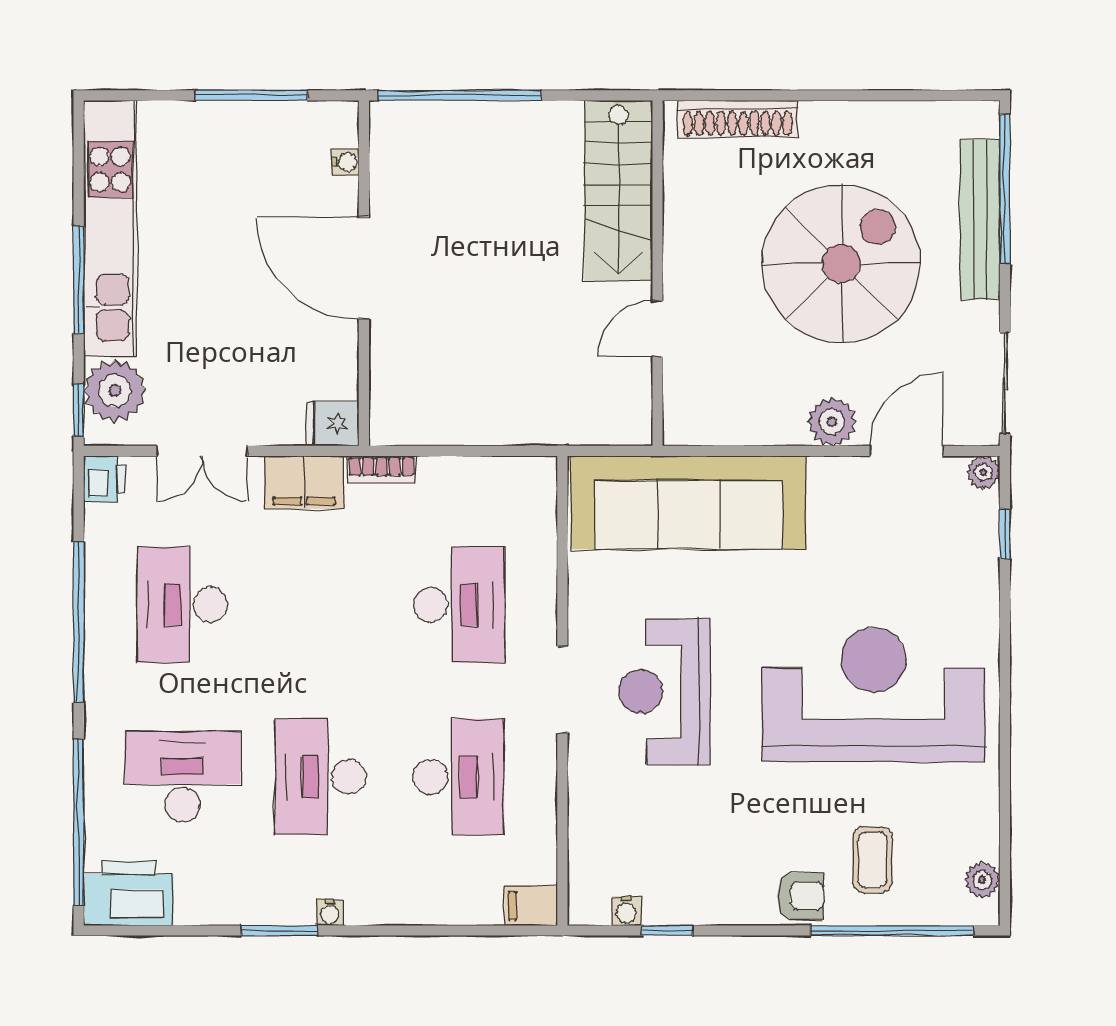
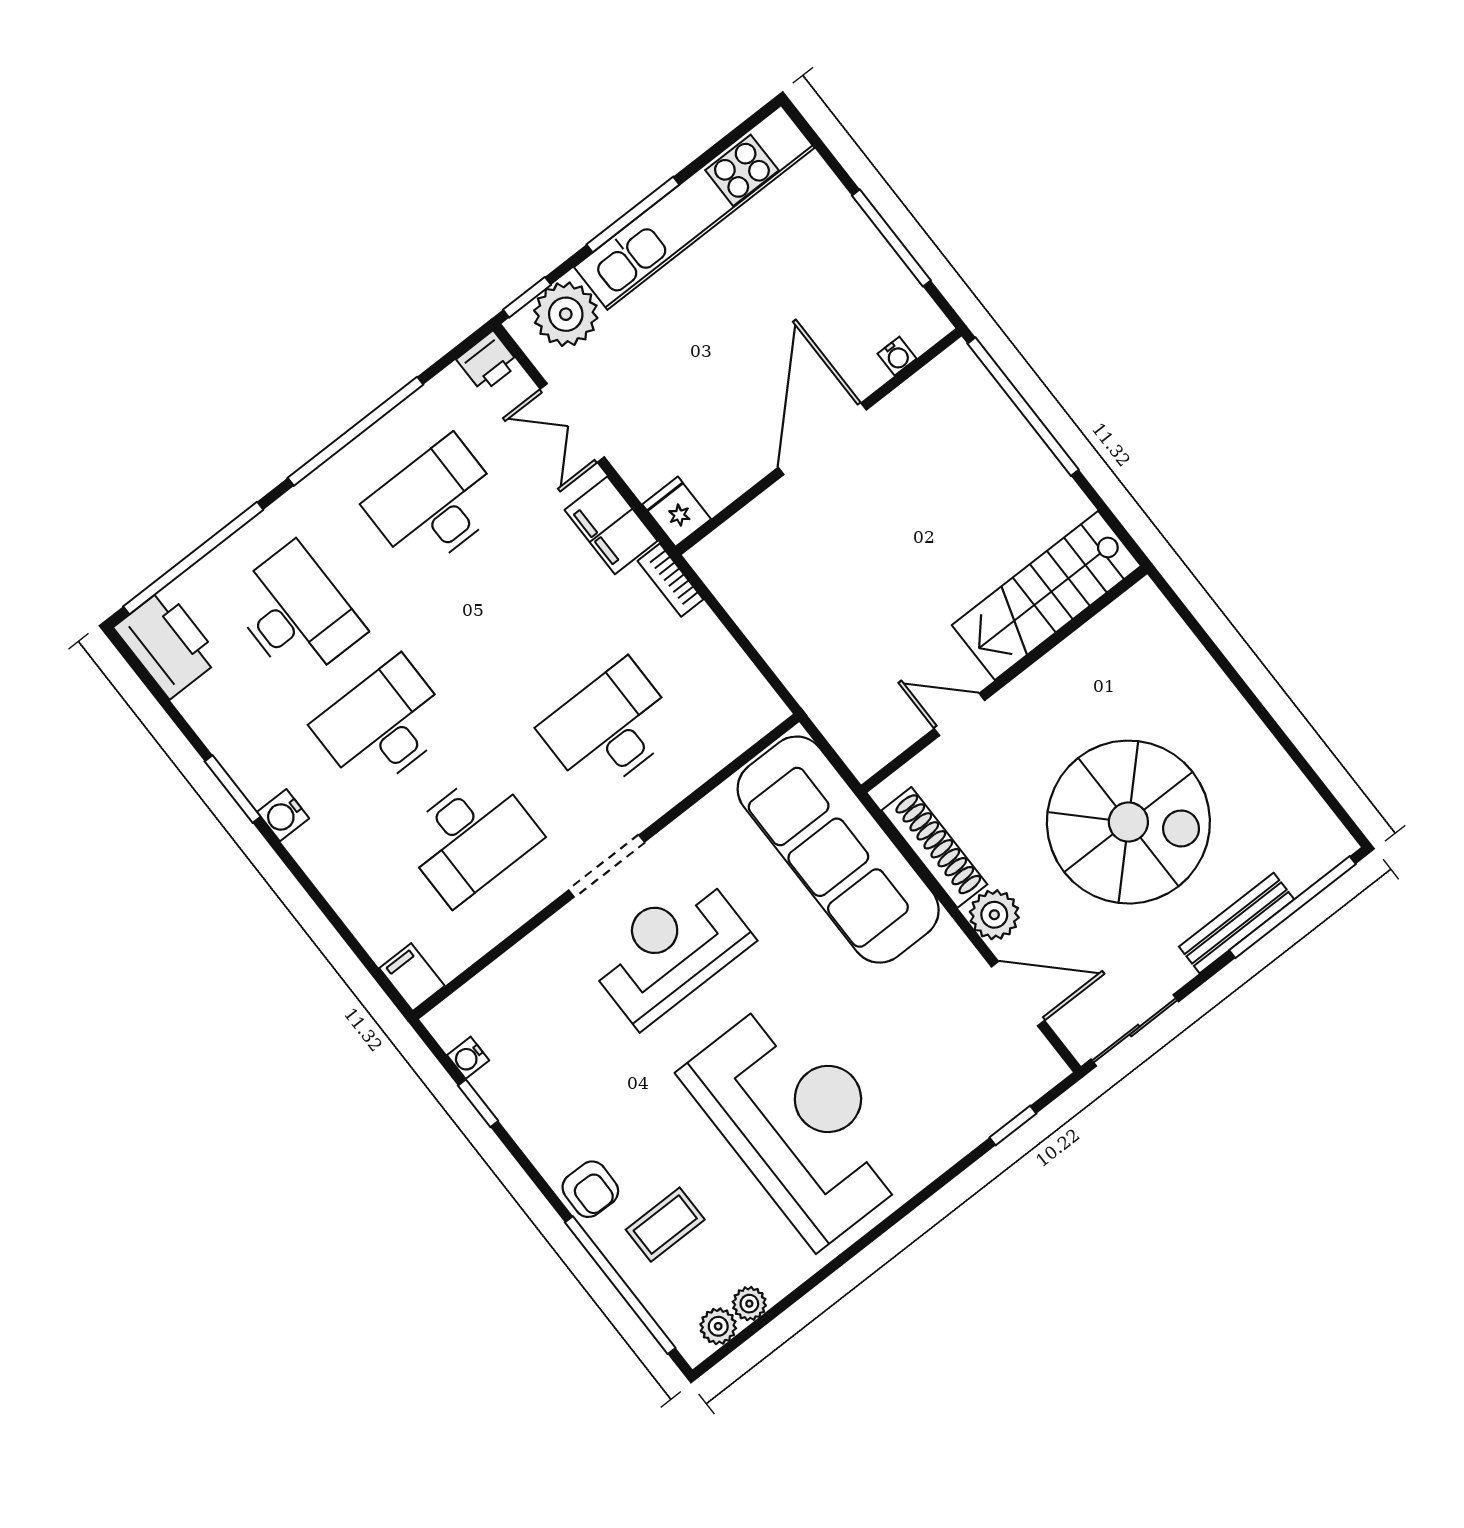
shoe rack: (738, 119) -> (934, 847), moved, turned 180
bench: (980, 220) -> (1237, 923), width x0.73, depth x0.82
plant: (983, 472) -> (749, 1304), moved
desk: (459, 605) -> (610, 728), turned 180
water cooler: (330, 912) -> (283, 815), width x1.38, depth x1.38

